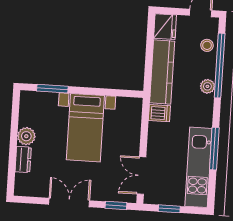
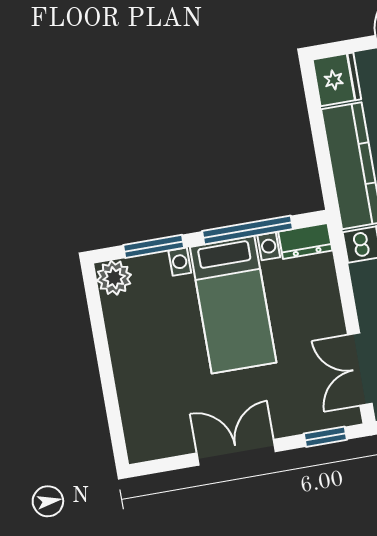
window: (102, 92) -> (248, 230), added
plant: (26, 136) -> (114, 278), moved
dresser: (23, 159) -> (305, 241), moved, turned 90

